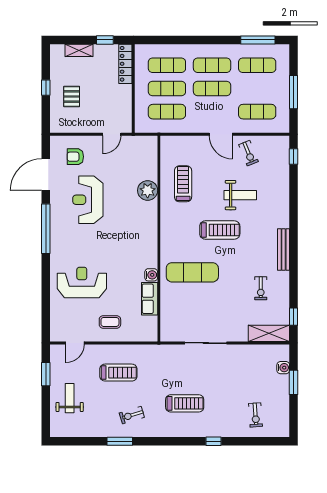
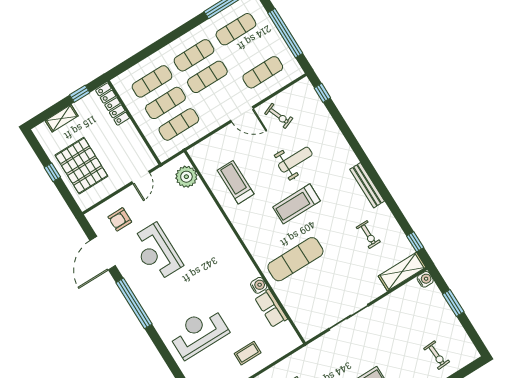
window: (293, 92) -> (285, 33), width x1.46
pallet: (72, 97) -> (81, 166), width x2.05, depth x2.00
plant: (148, 190) -> (186, 177), moved
treadmill: (220, 230) -> (297, 204), turned 180
water cooler: (283, 368) -> (425, 279), moved

